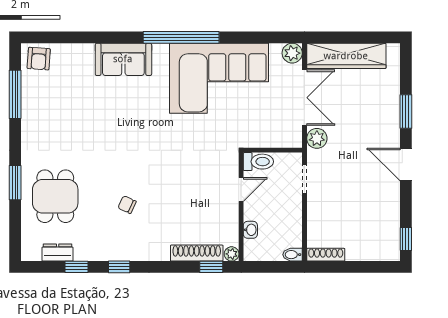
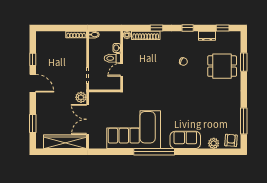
plant: (292, 53) -> (214, 143), moved
window: (406, 112) -> (33, 123), moved
toilet: (258, 162) -> (112, 58), moved
window: (15, 183) -> (244, 62), moved
dining table: (55, 196) -> (222, 66), turned 90
window: (406, 239) -> (33, 59), moved
dresser: (58, 252) -> (207, 36), moved
window: (77, 267) -> (223, 28), moved
window: (211, 267) -> (156, 28), moved

